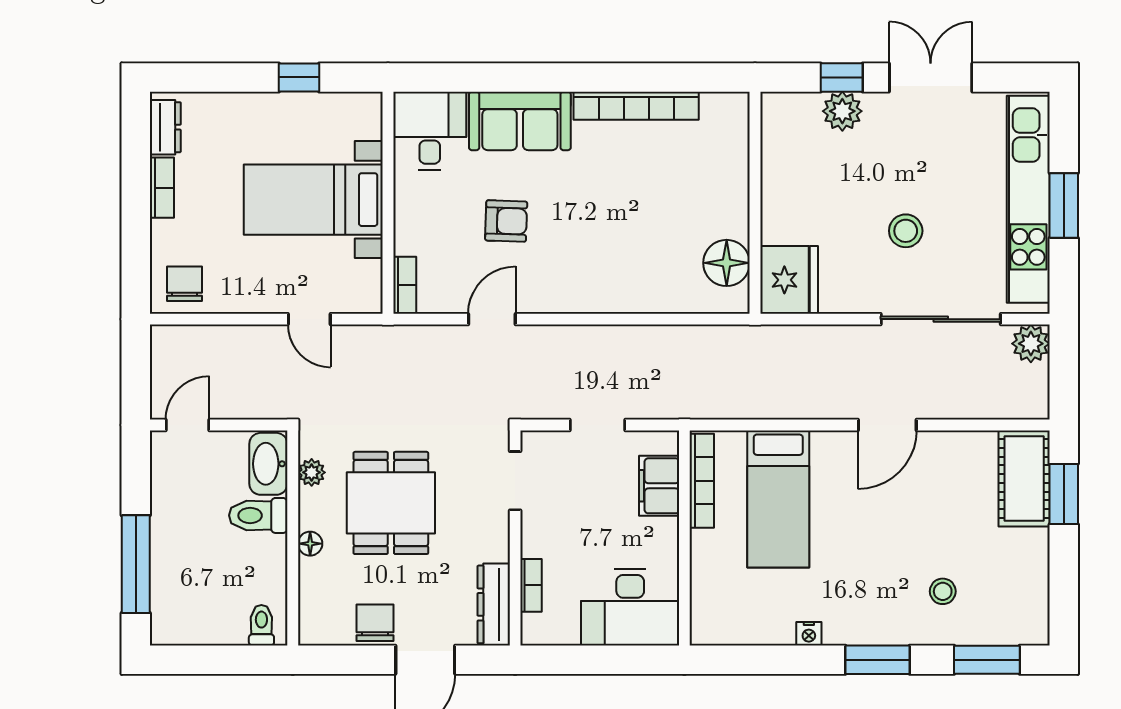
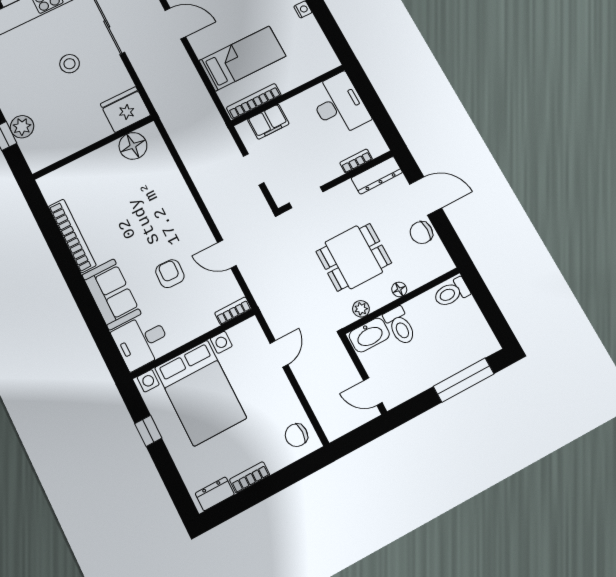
bed with nightstands: (313, 200) -> (201, 393), width x1.36
toilet: (261, 625) -> (451, 293), width x1.37, depth x1.39

